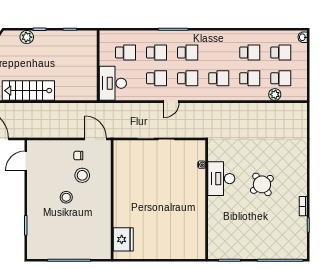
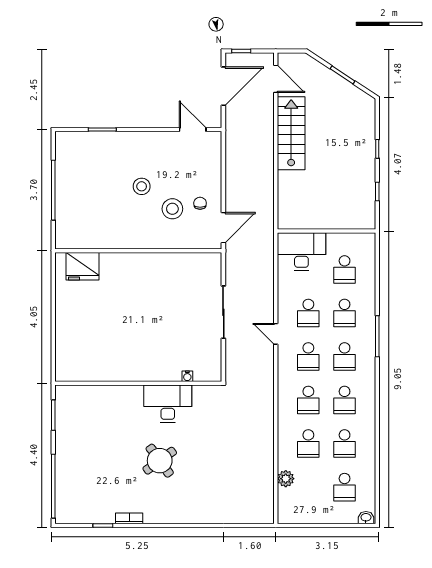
plant: (27, 37) -> (366, 131), removed
school desk: (281, 78) -> (345, 400), moved

